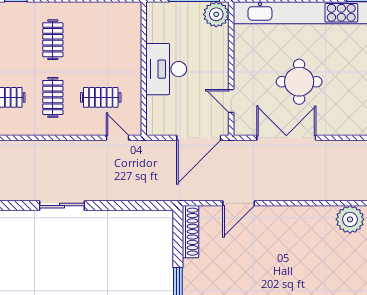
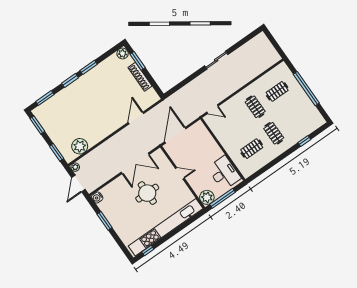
desk: (166, 69) -> (224, 173), moved
clothes rail: (101, 97) -> (252, 149), moved
door: (231, 101) -> (180, 173), moved
shoe rack: (190, 232) -> (140, 77), moved

